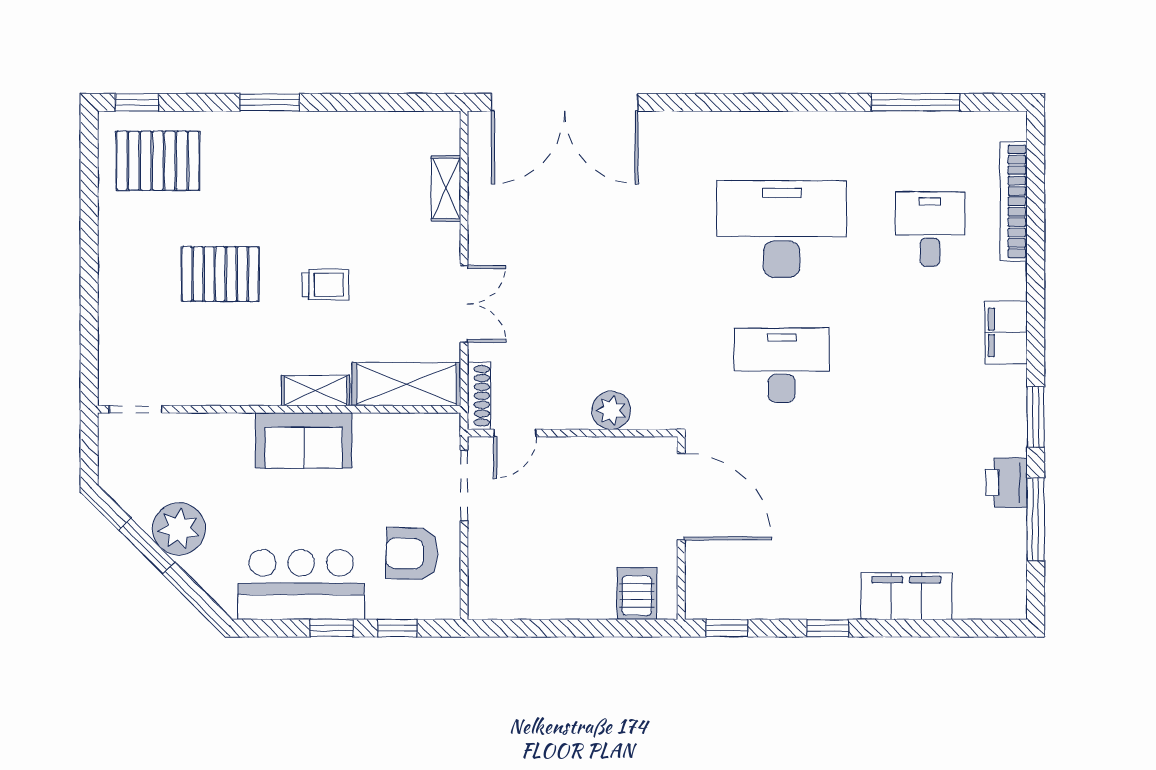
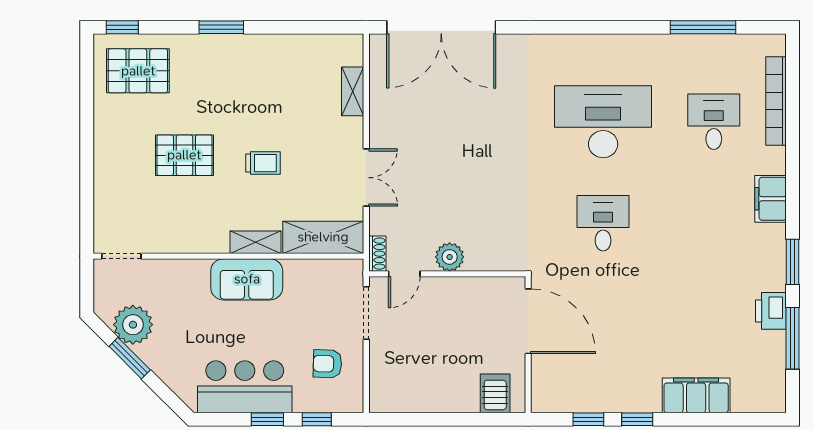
desk: (782, 365) -> (603, 223), width x0.73
shoe rack: (479, 396) -> (377, 254), width x0.70
plant: (611, 410) -> (450, 257), moved
plant: (179, 529) -> (133, 325), moved
armchair: (412, 554) -> (327, 364), width x0.72, depth x0.72
window: (727, 628) -> (588, 419), moved

